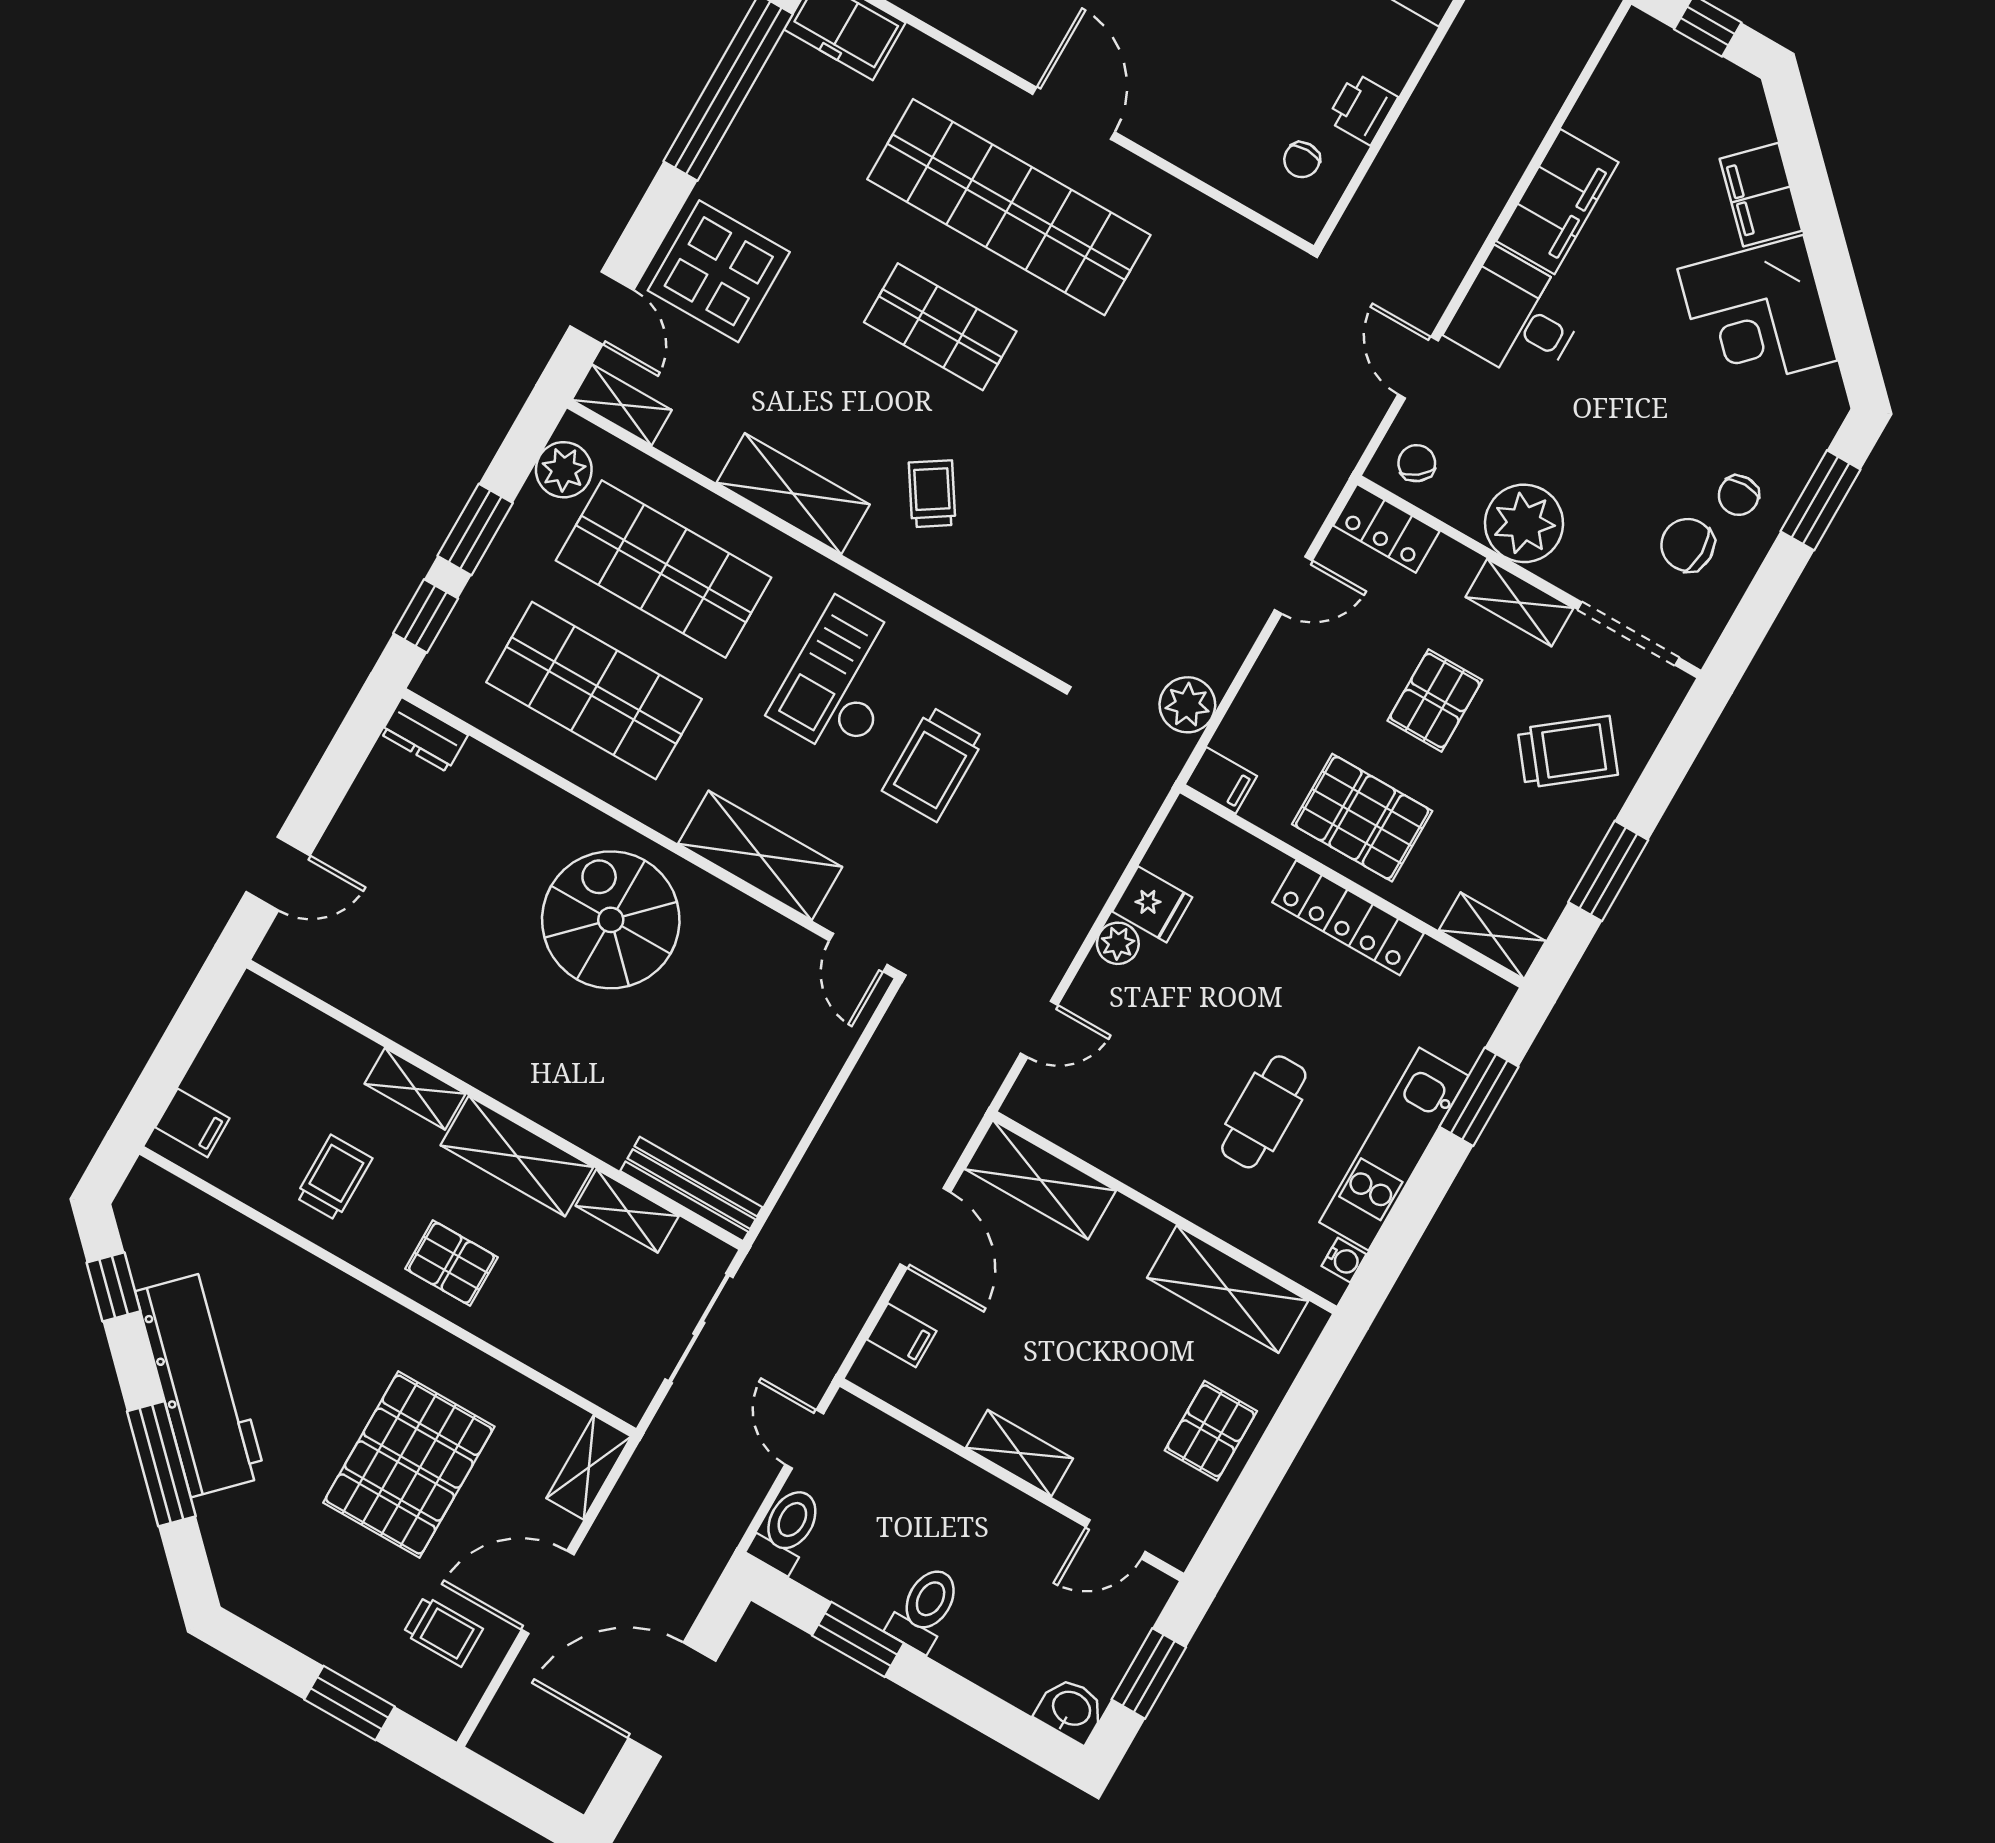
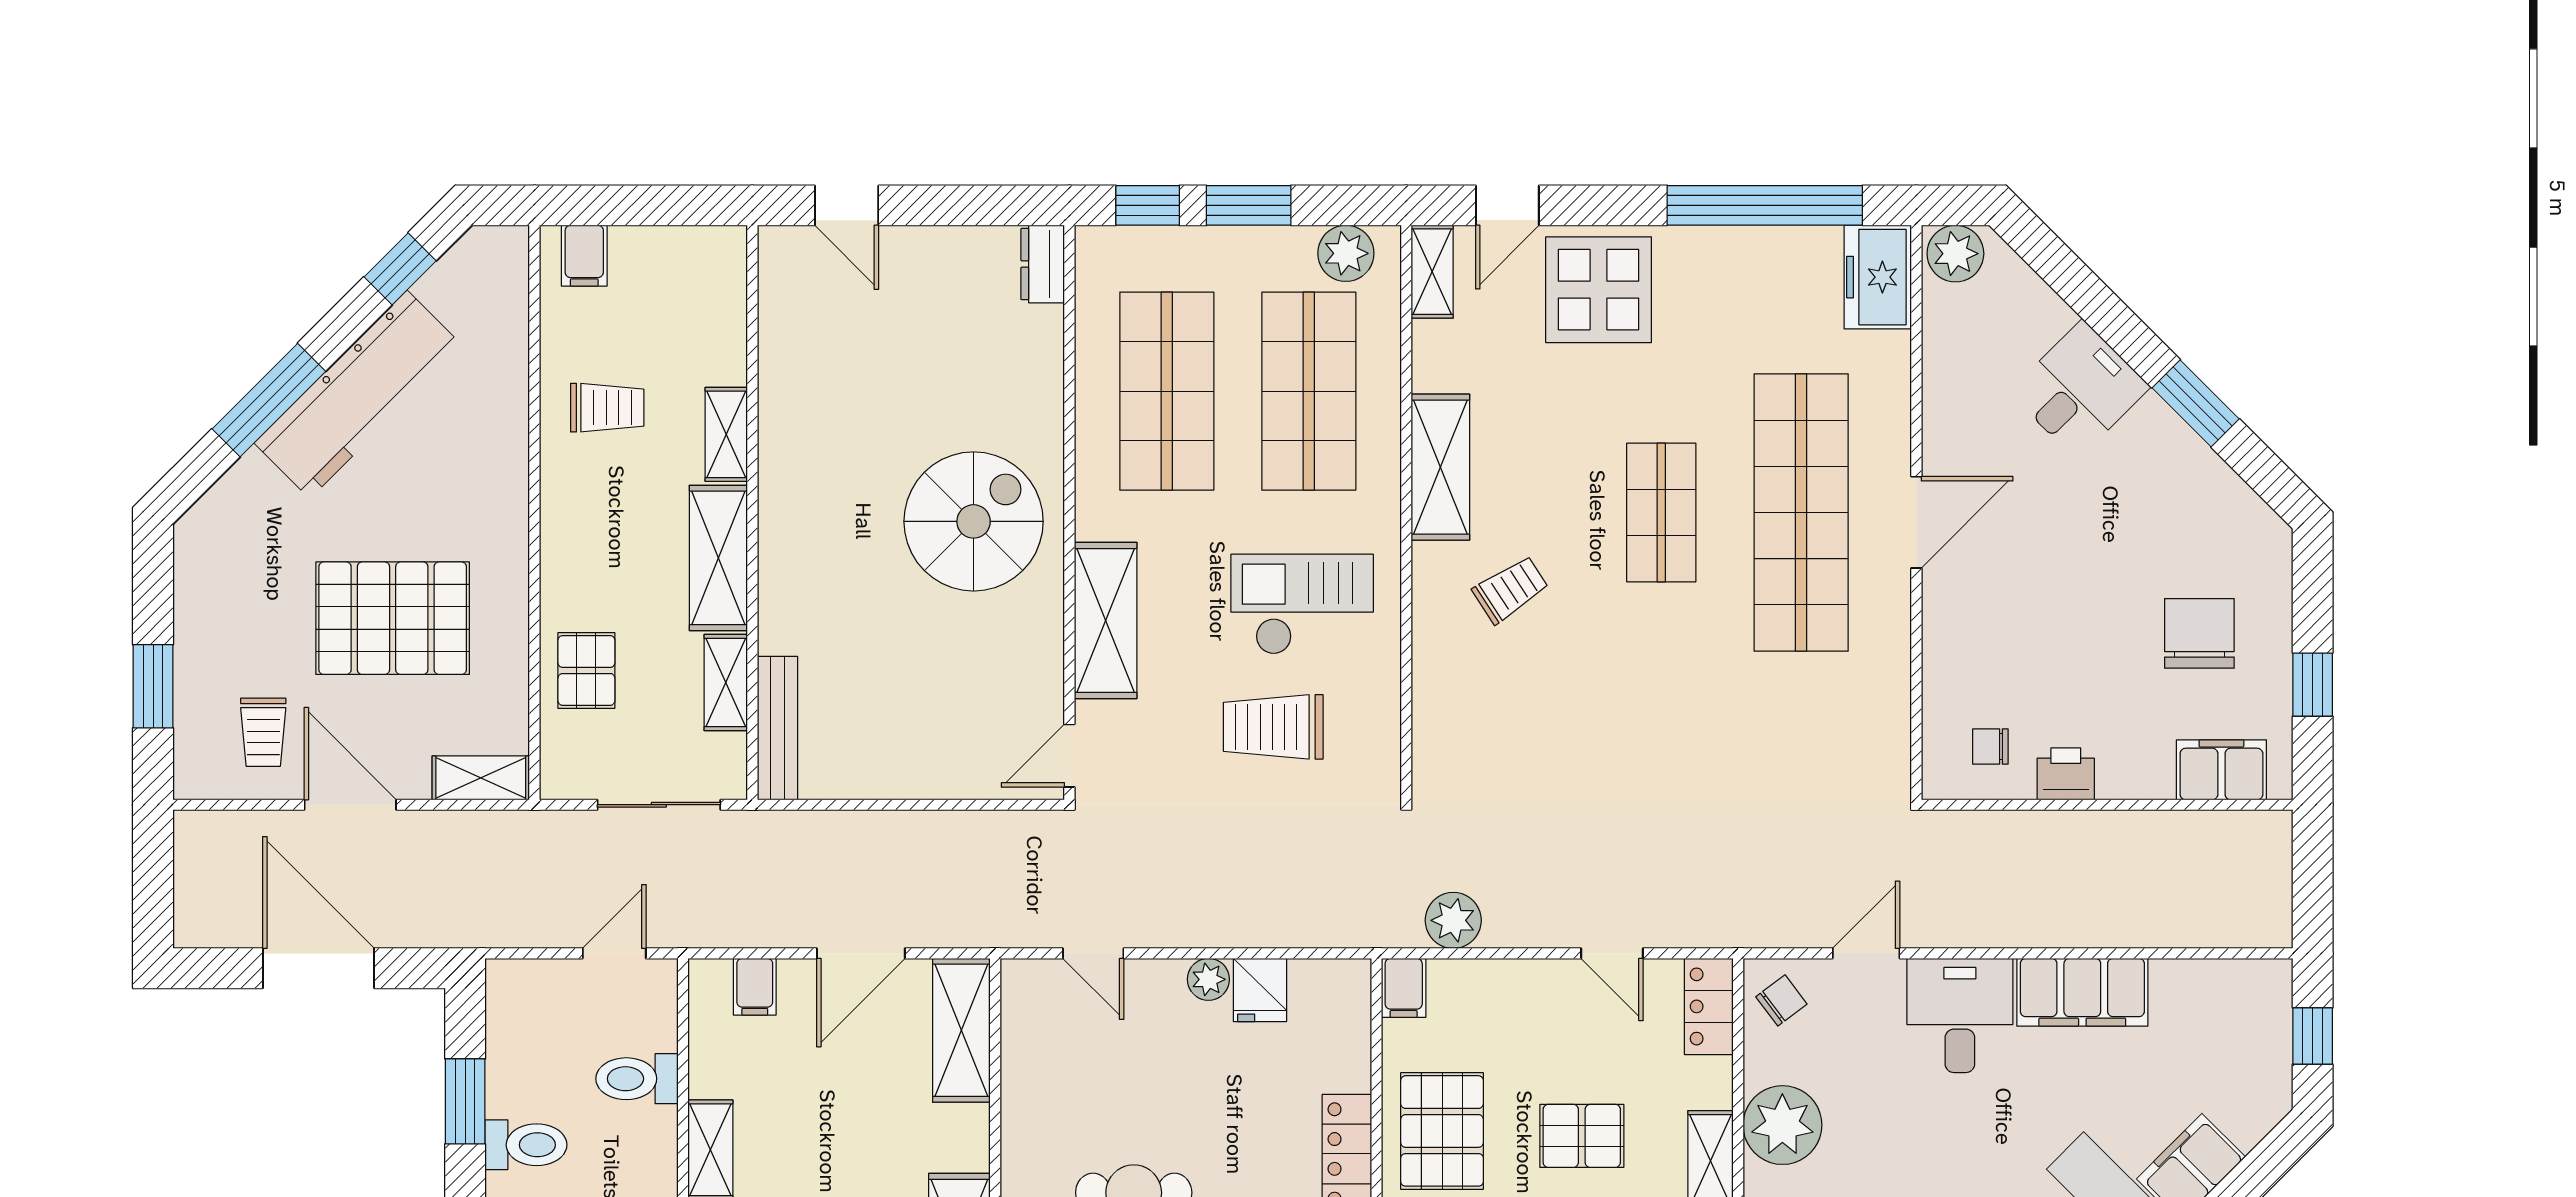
pallet: (451, 1263) -> (586, 670), moved
toilet: (787, 1529) -> (637, 1079), moved, turned 180

